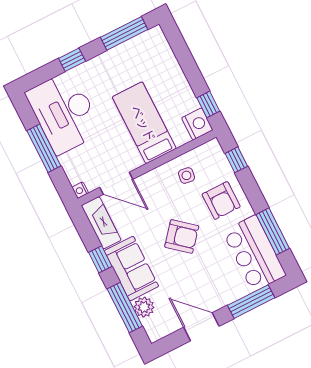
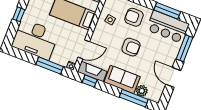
window: (44, 148) -> (50, 66), moved
armchair: (221, 200) -> (134, 17), turned 180
armchair: (182, 236) -> (131, 47), turned 50
window: (100, 259) -> (90, 81), moved
door: (201, 327) -> (173, 77), hinge flipped

